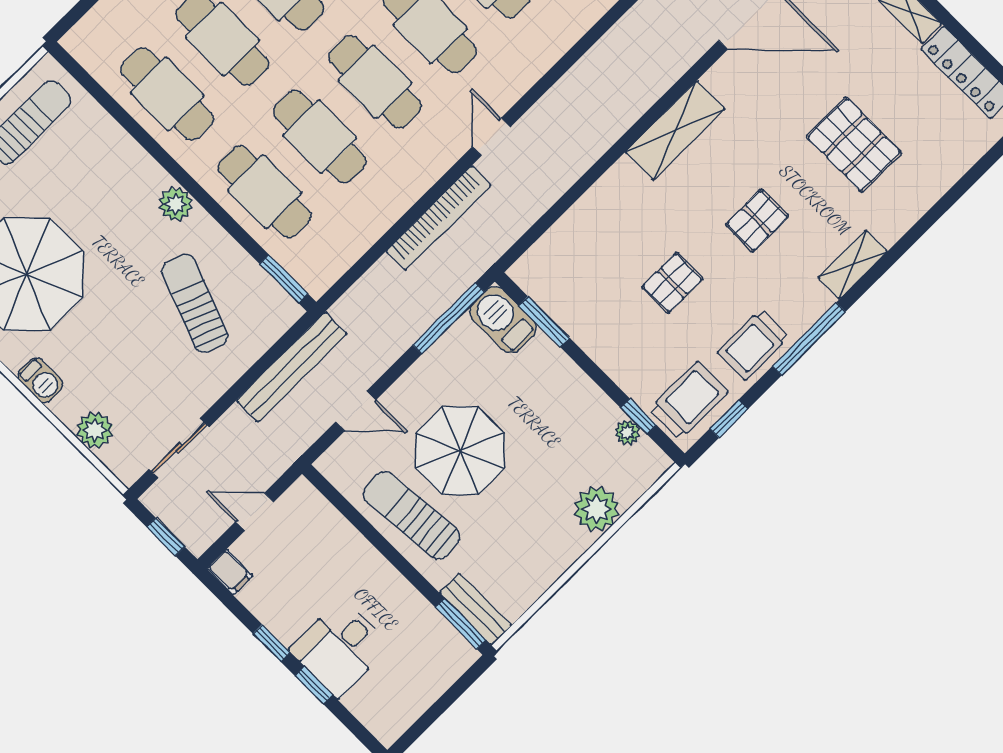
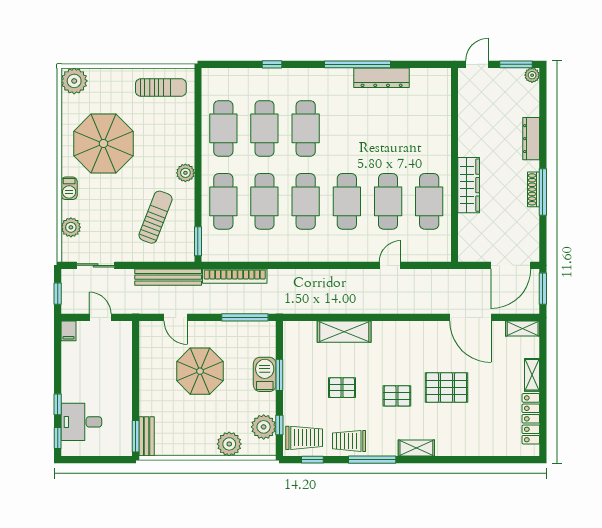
shelving: (675, 130) -> (344, 332), moved
door: (491, 137) -> (390, 265), moved
pallet: (854, 145) -> (446, 388), moved, turned 90
bookcase: (439, 218) -> (235, 276), moved
barbecue: (503, 320) -> (265, 374), moved
window: (544, 322) -> (279, 375), moved
plant: (628, 432) -> (264, 427), width x1.88, depth x1.88
sun lounger: (412, 515) -> (158, 377), removed
window: (271, 643) -> (58, 438), moved
desk: (340, 648) -> (81, 422), moved

